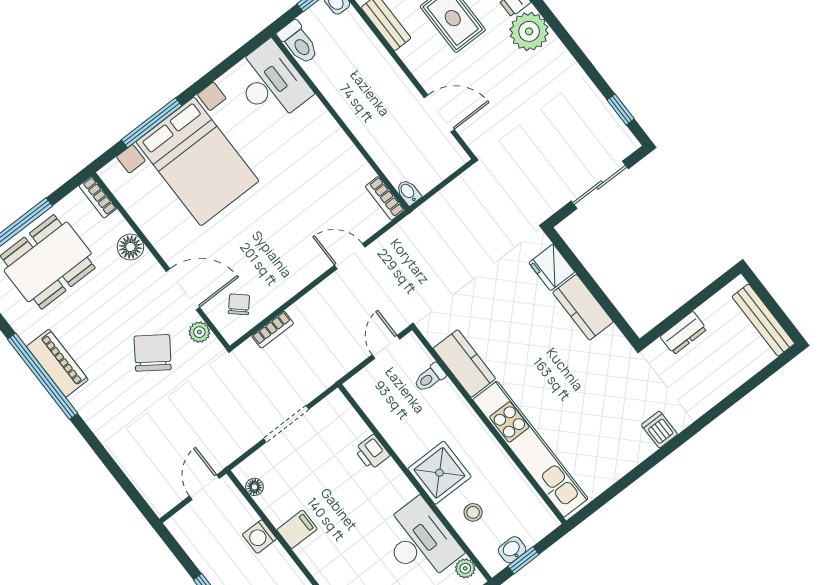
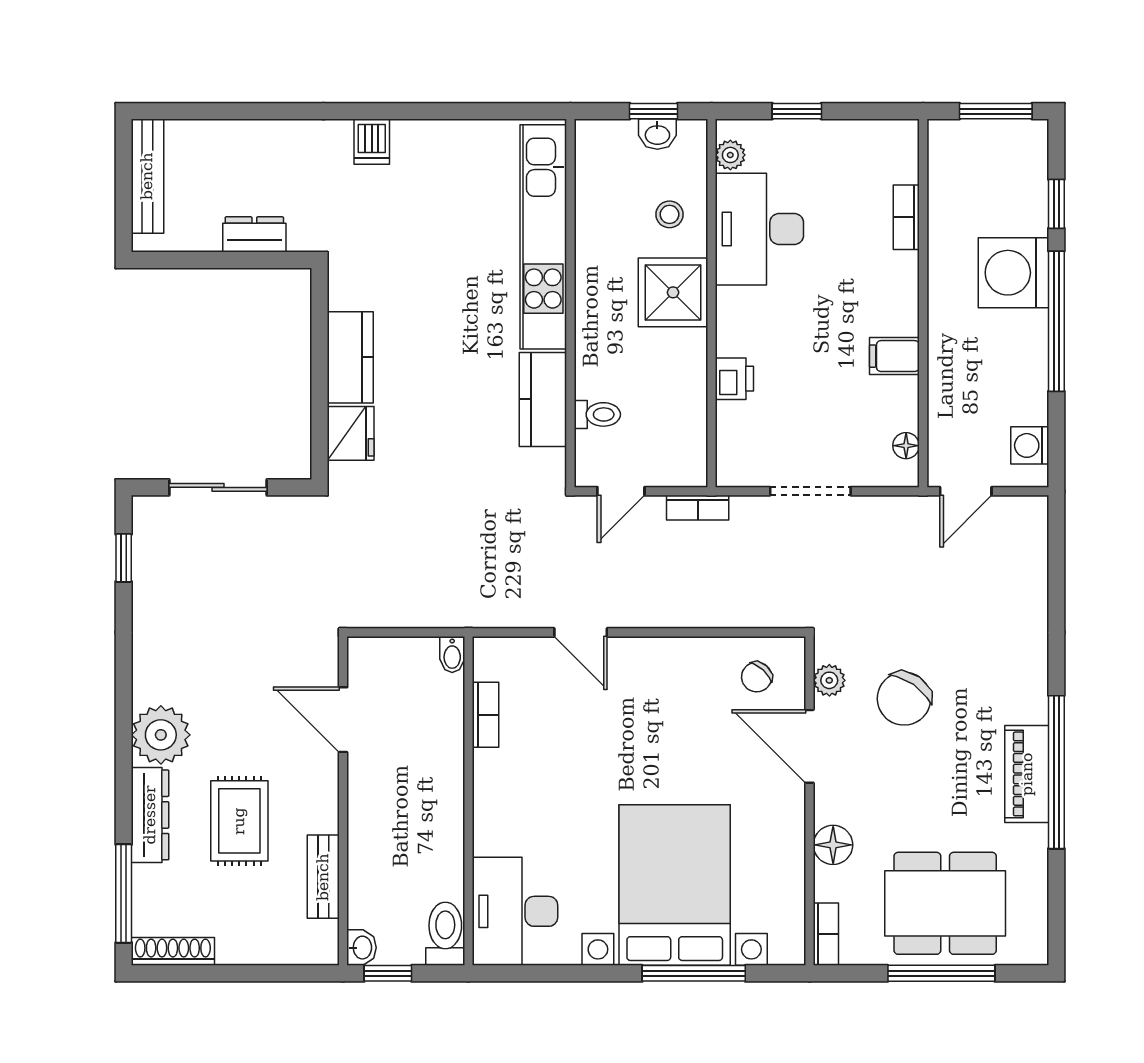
bookcase: (385, 198) -> (485, 715), moved
bookcase: (273, 330) -> (698, 508), moved, turned 180
washing machine: (259, 537) -> (1030, 445), moved, turned 180

